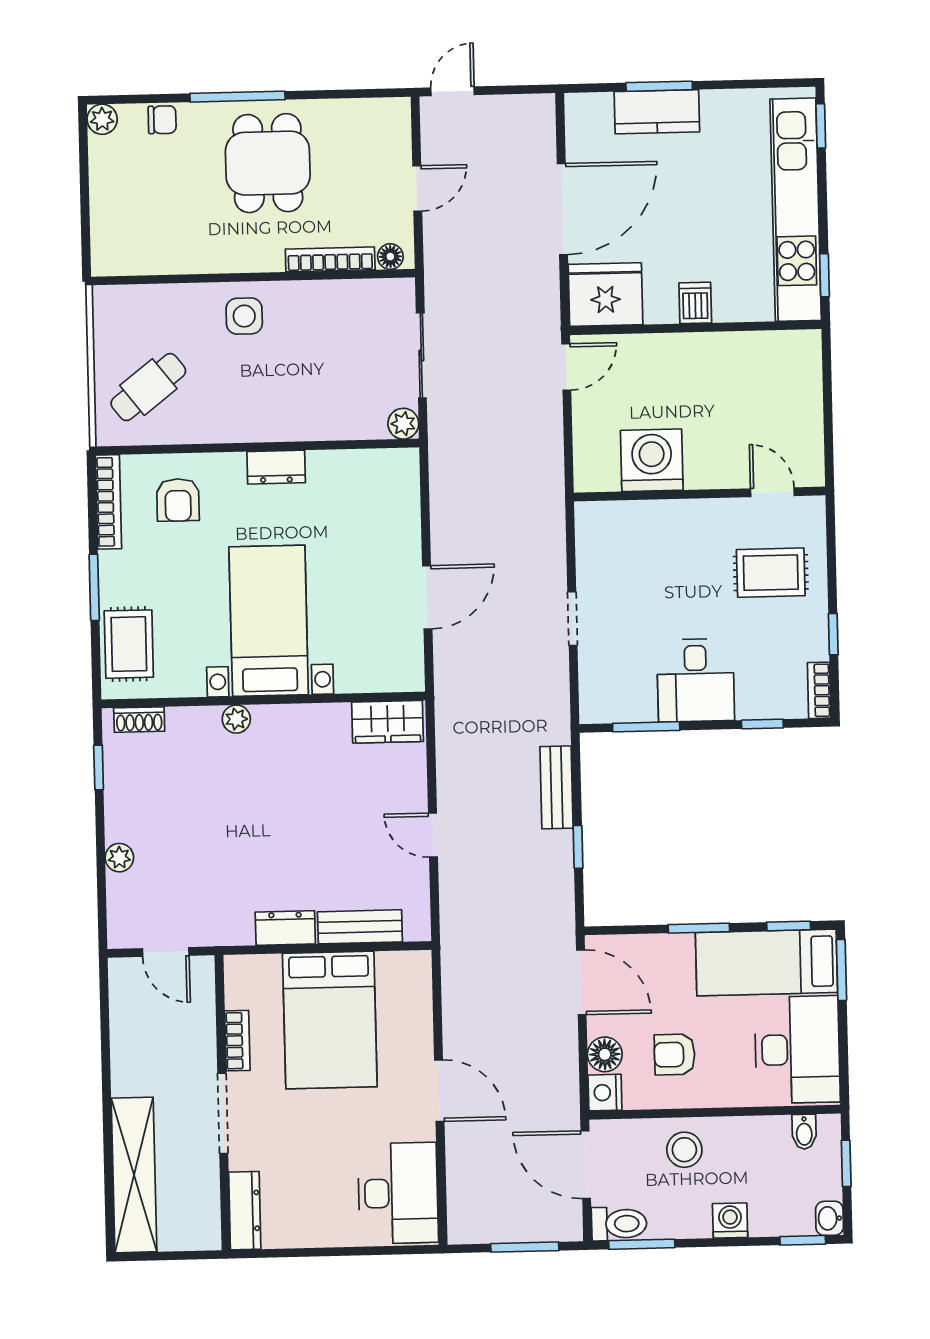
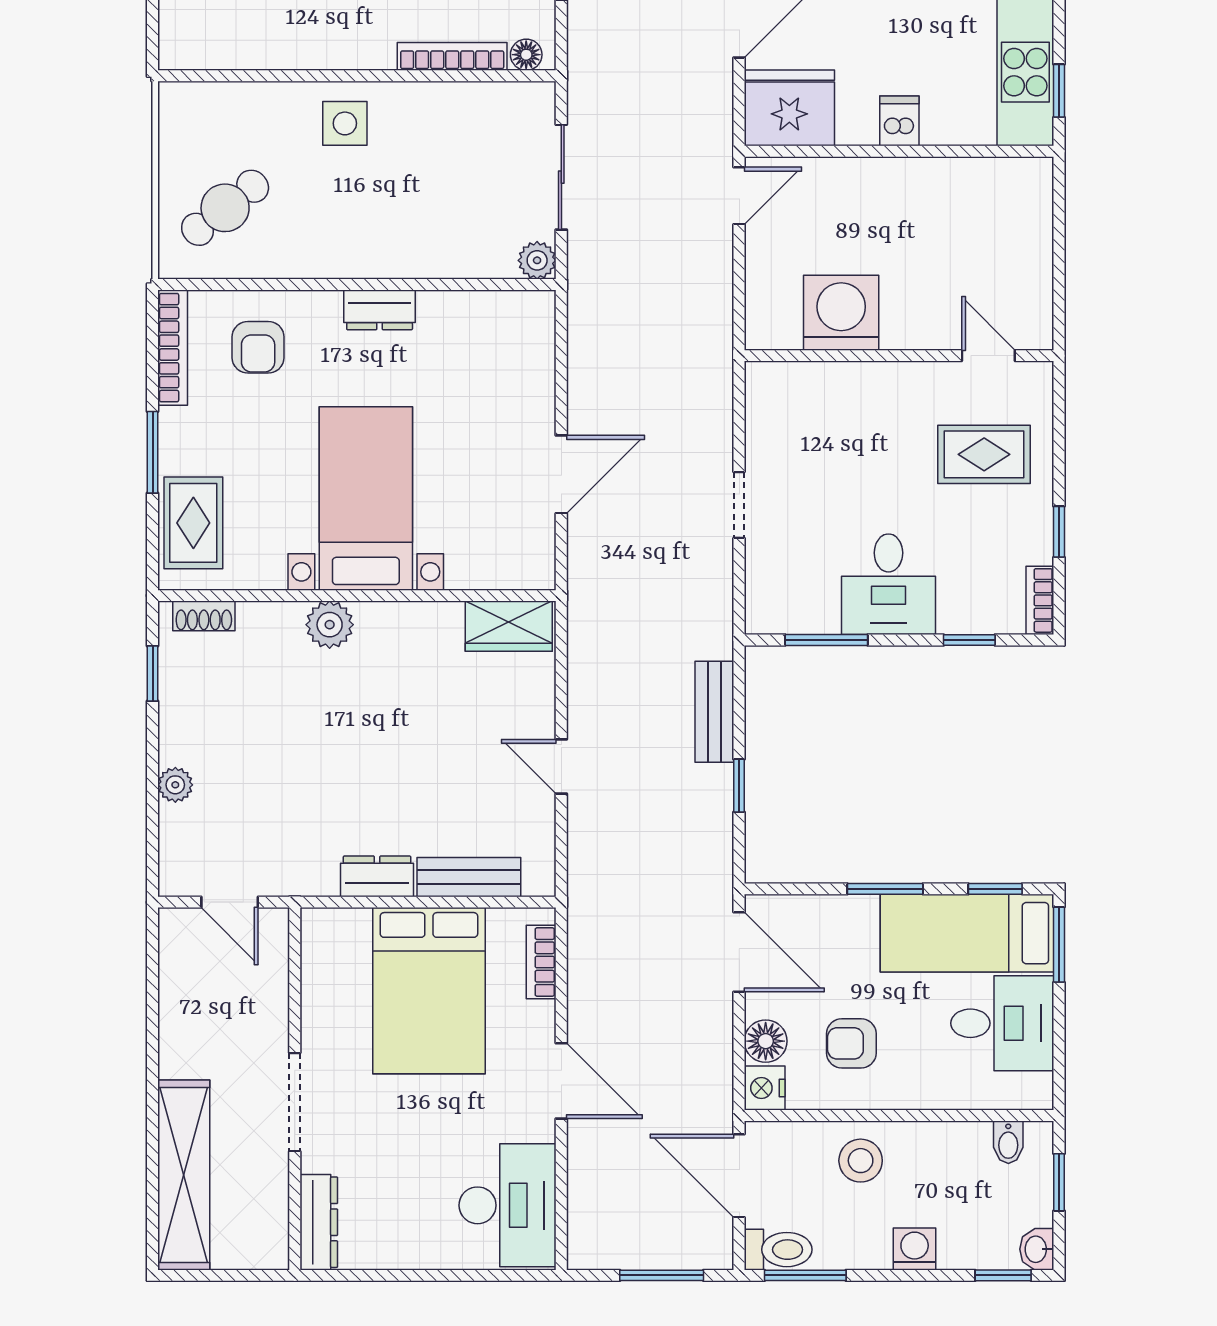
plant: (236, 719) -> (330, 625), width x1.38, depth x1.38
bookcase: (237, 1041) -> (541, 962), moved, turned 180
desk: (797, 1050) -> (1002, 1023), width x0.73

